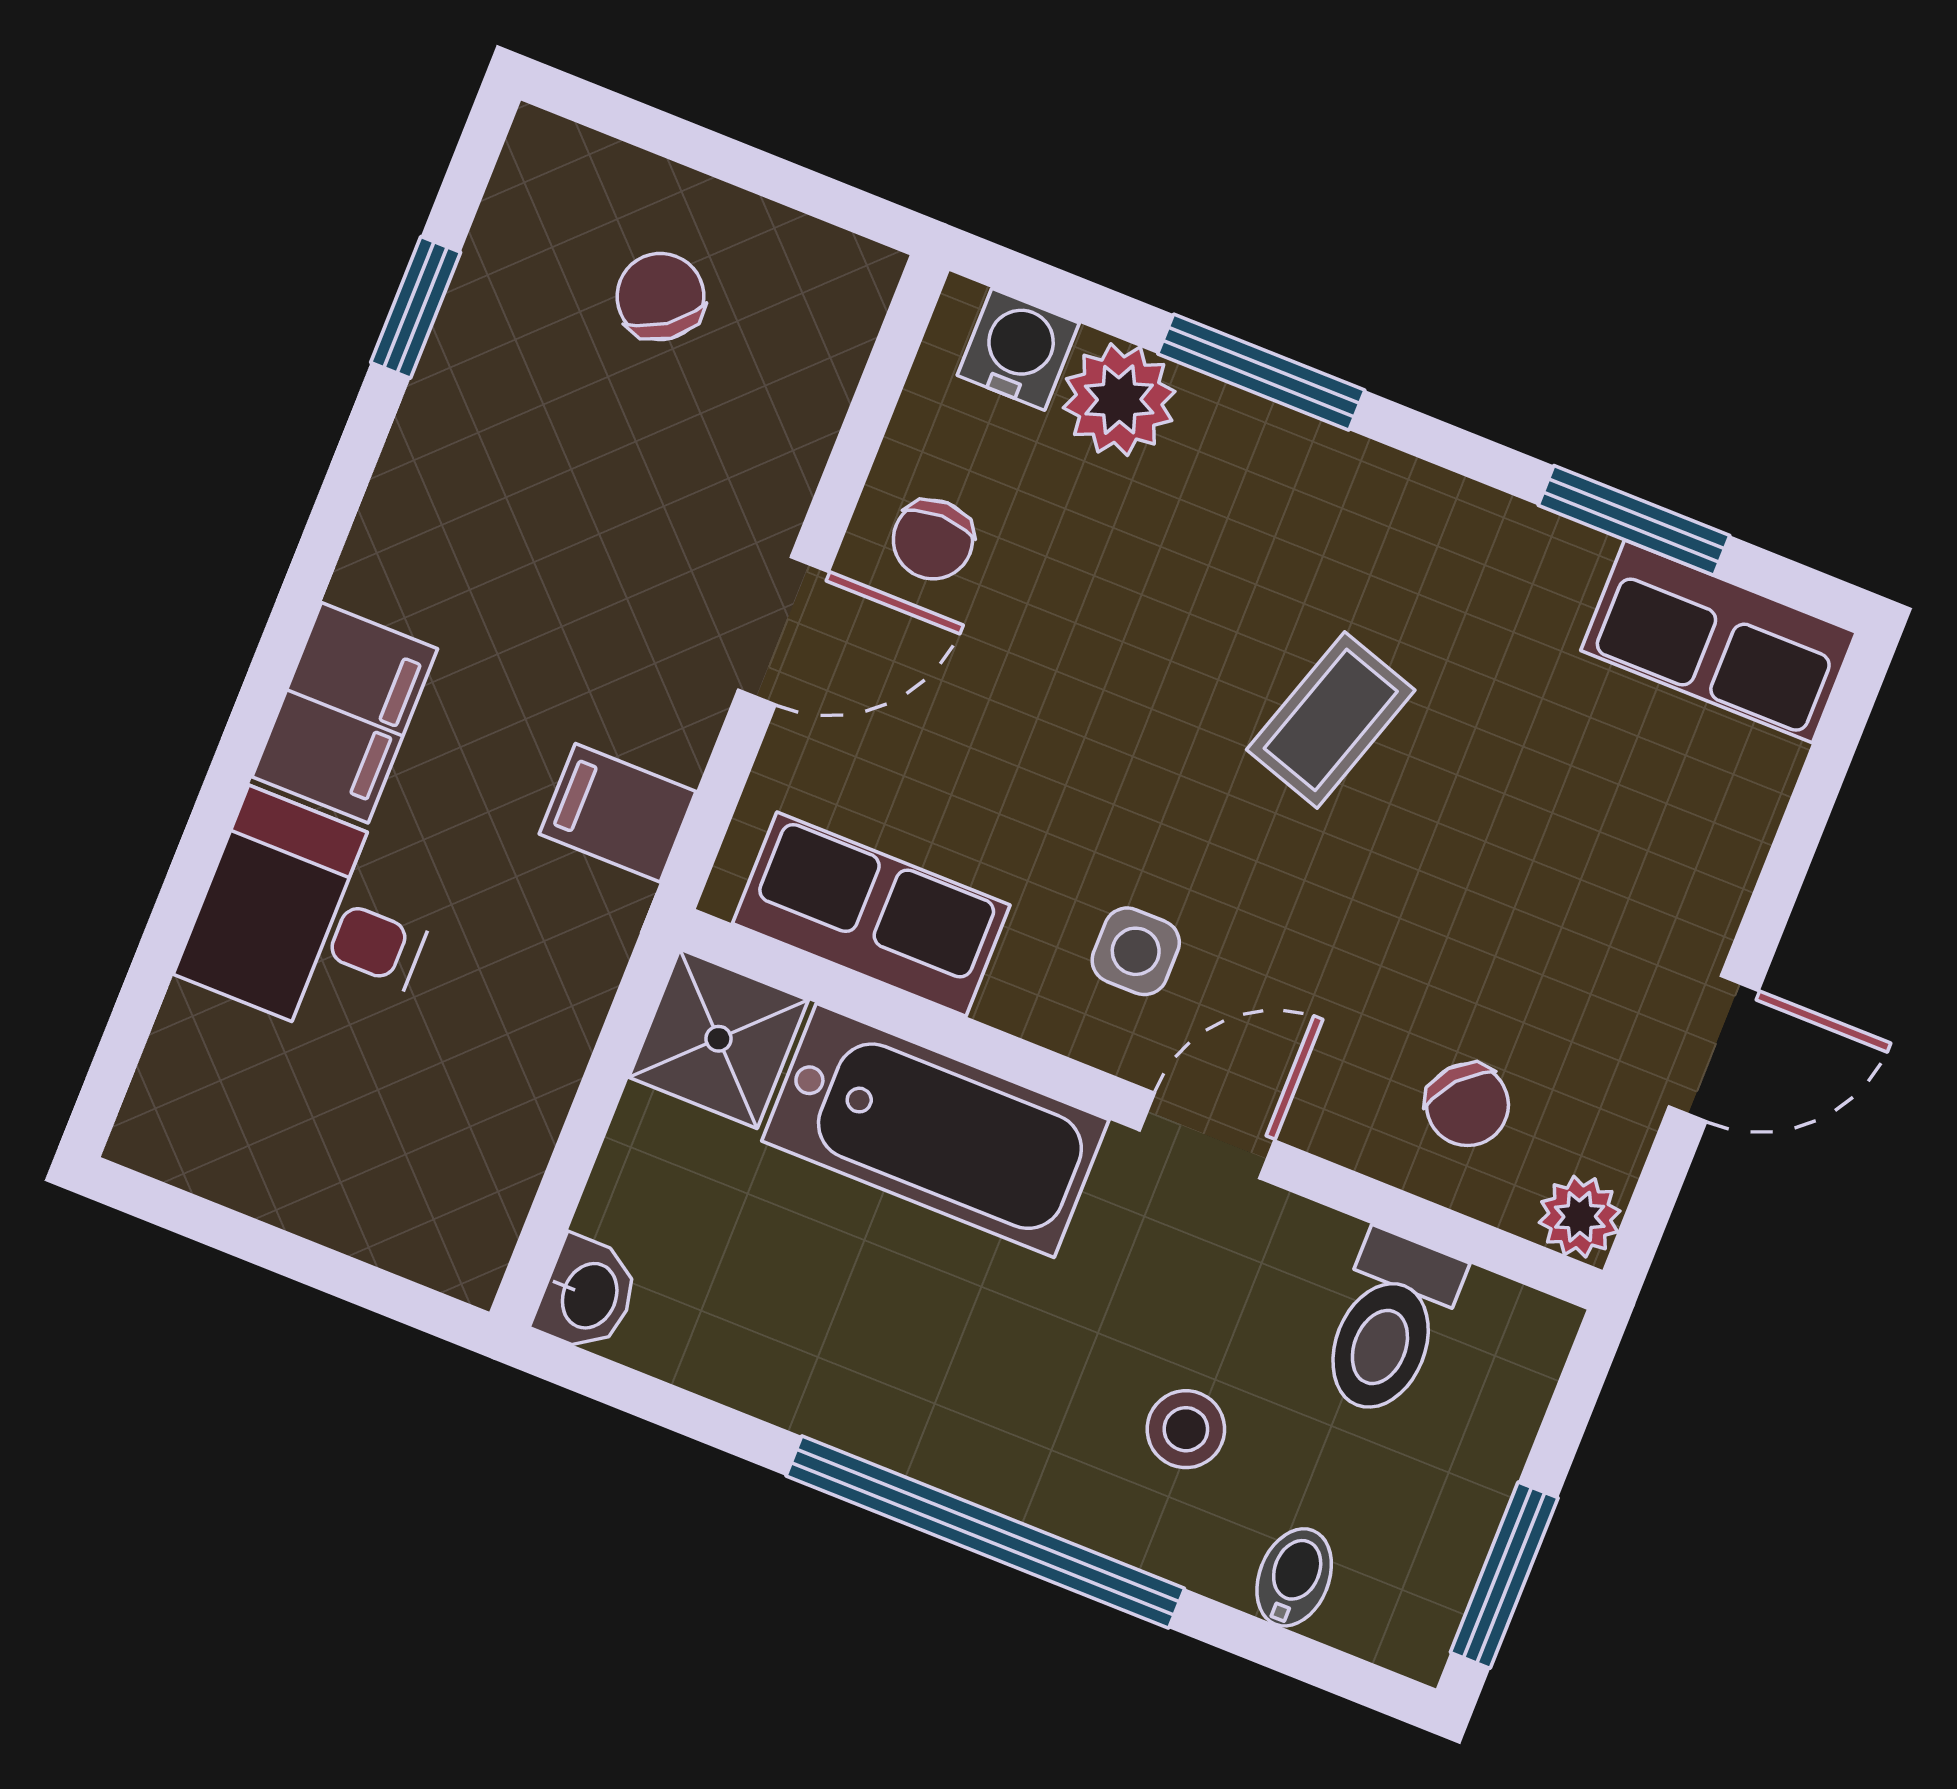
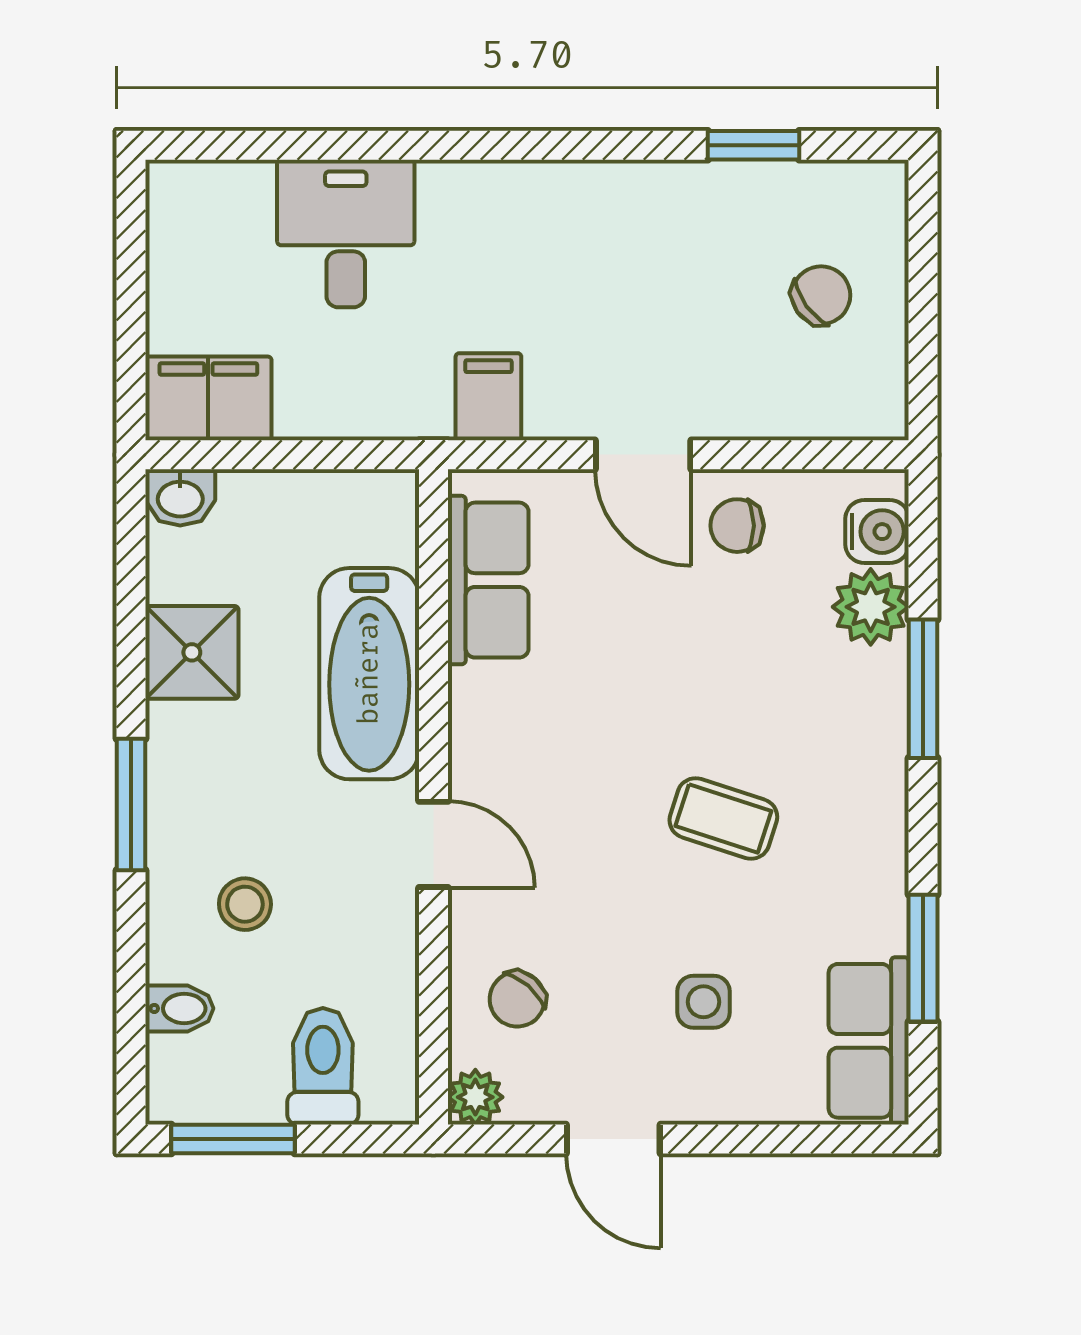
filing cabinet: (345, 713) -> (208, 398), moved, turned 180
side table: (1136, 951) -> (704, 1002), moved
shower: (719, 1039) -> (192, 652), moved
toilet: (1389, 1324) -> (323, 1066), moved, turned 90
window: (985, 1532) -> (131, 805), width x0.47

